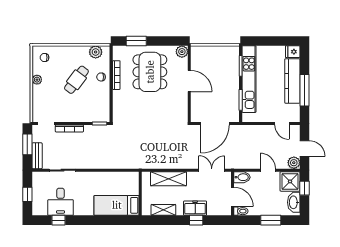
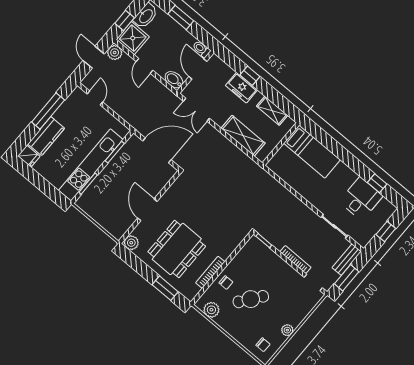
kitchen counter: (292, 81) -> (46, 136), width x0.67

